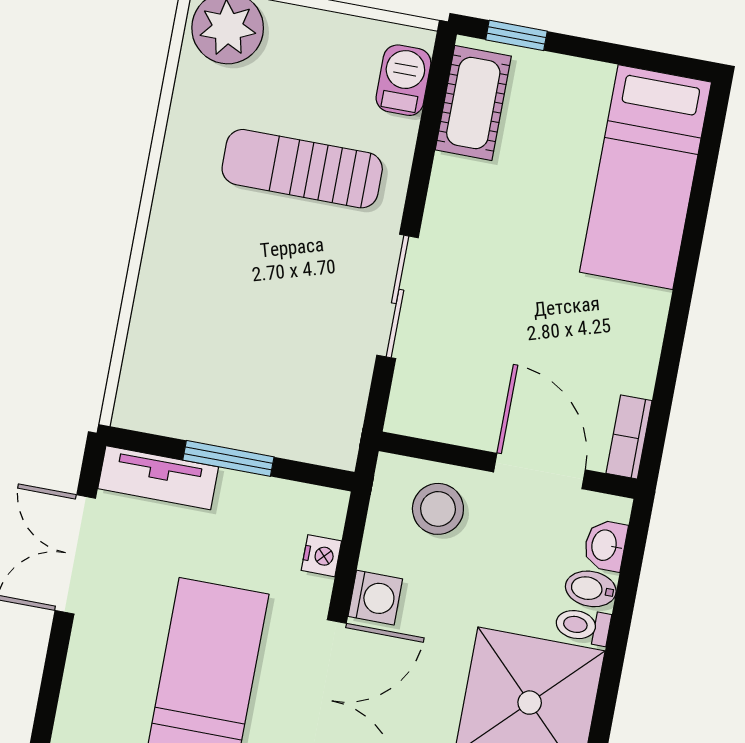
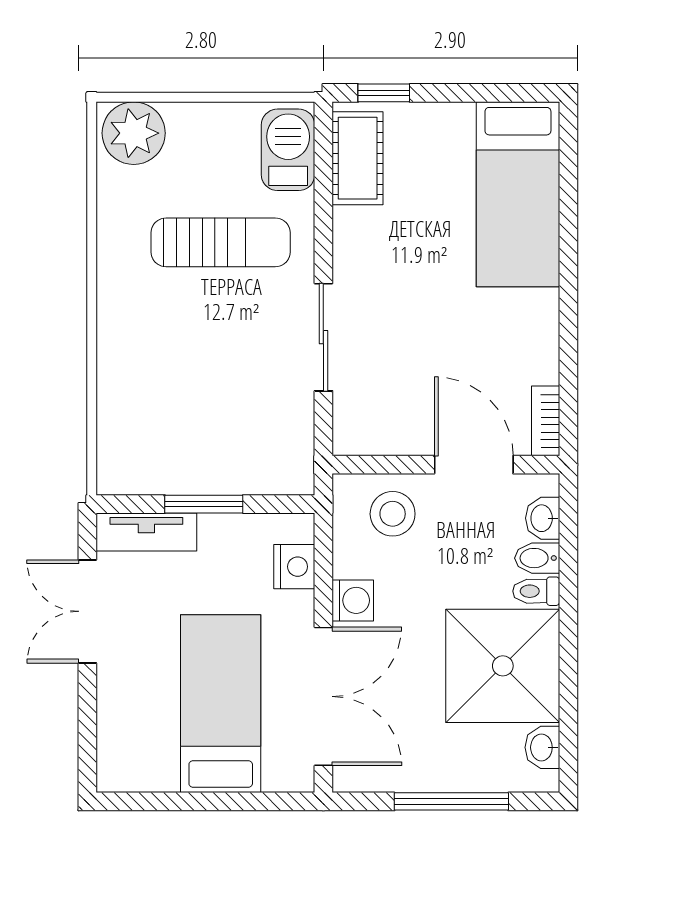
barbecue: (403, 80) -> (288, 150), width x1.38, depth x1.27
sun lounger: (302, 169) -> (221, 242), turned 180
nightstand: (321, 556) -> (294, 567), width x1.39, depth x1.35

